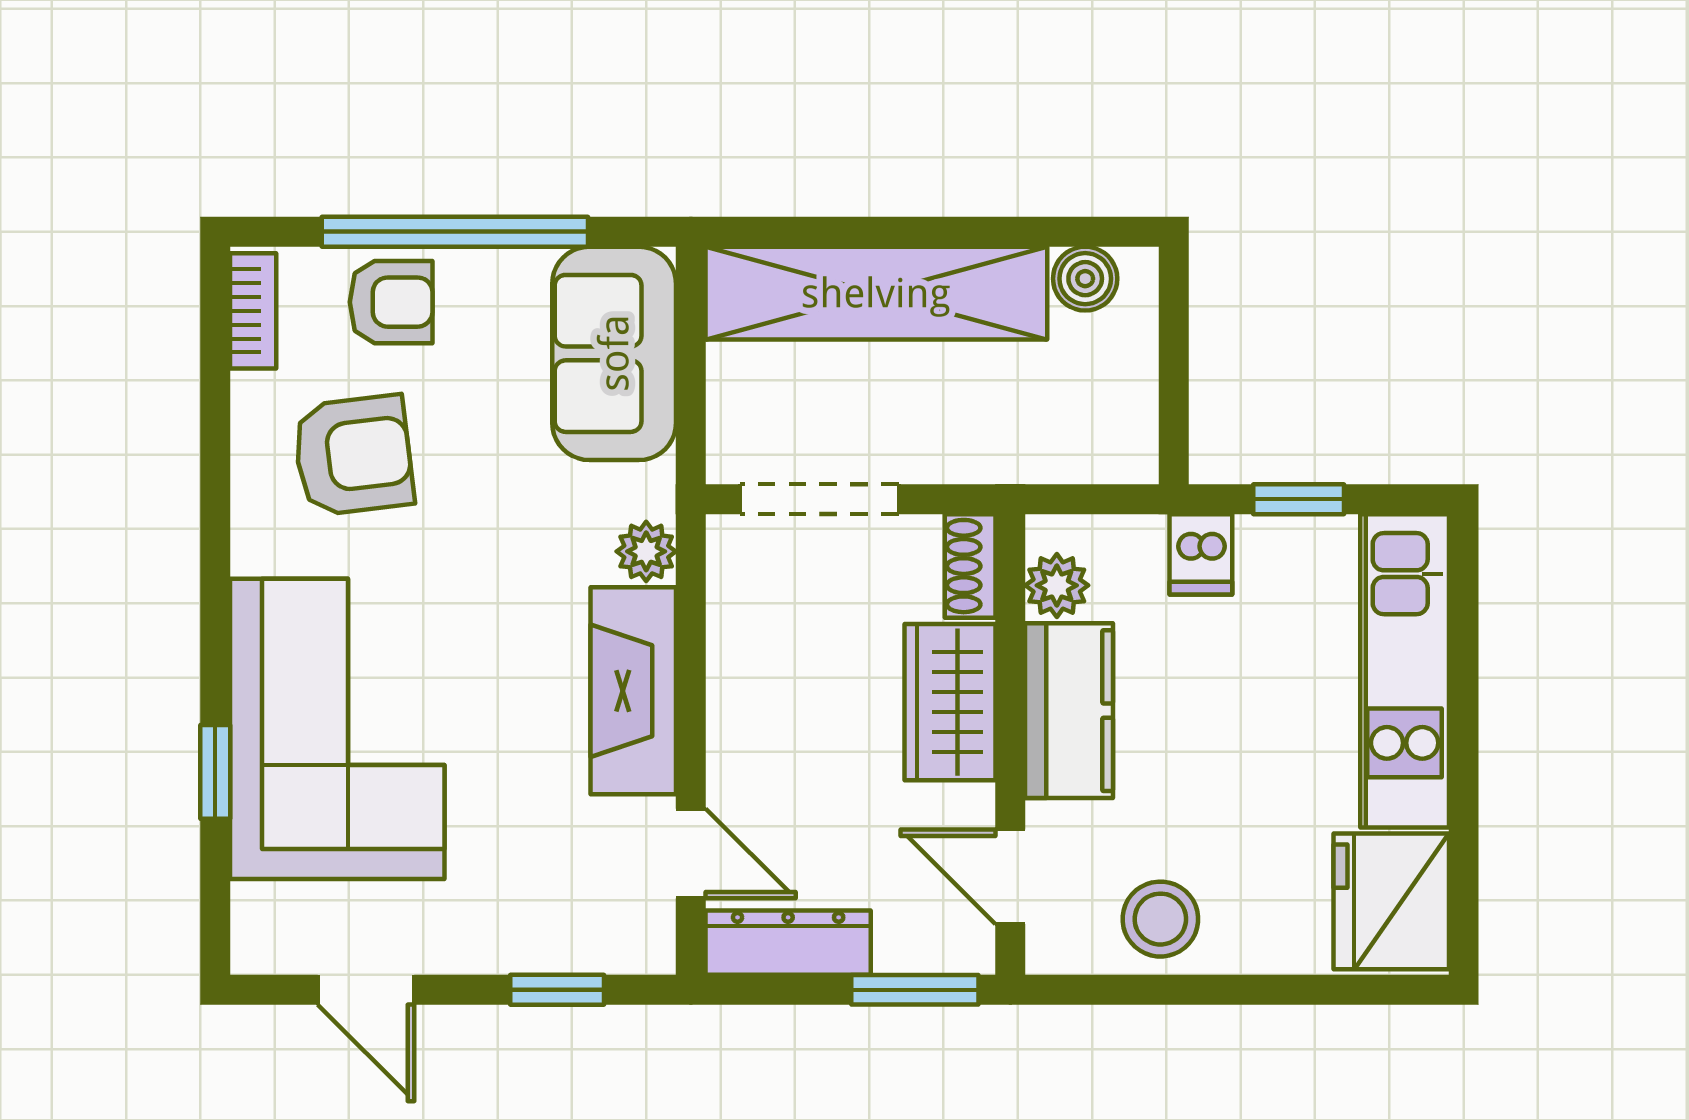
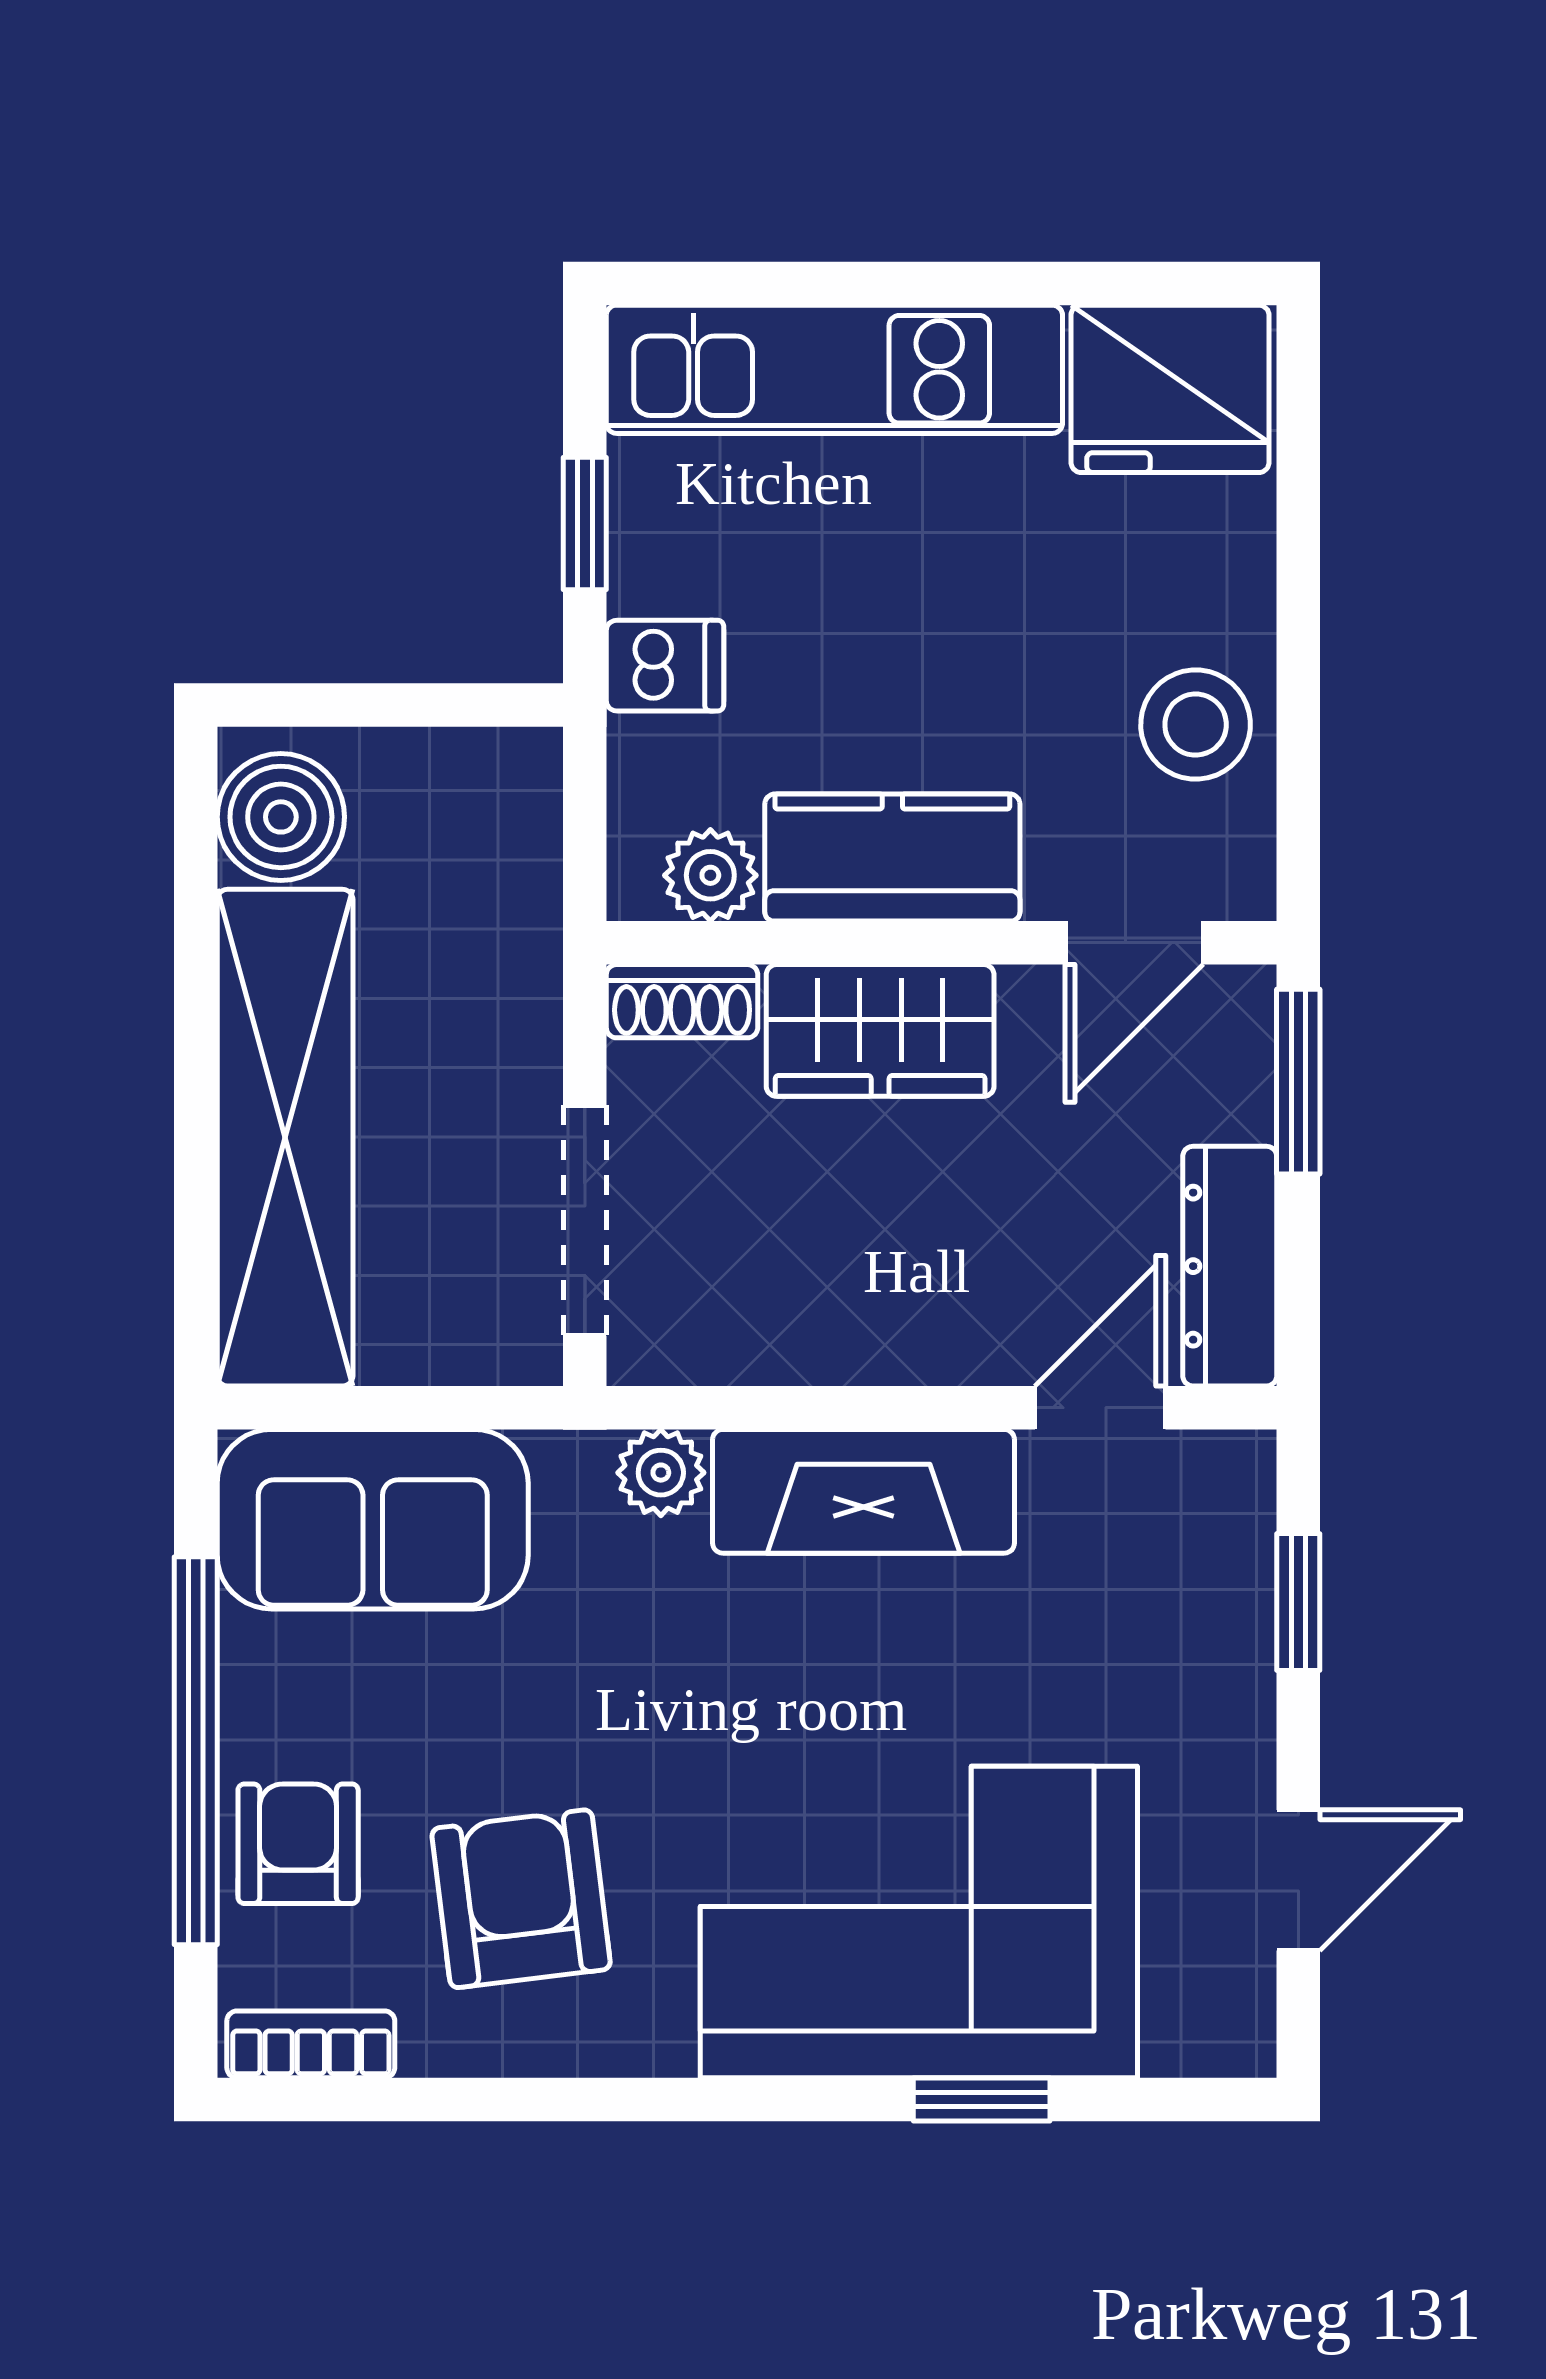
boiler: (1085, 279) -> (281, 817), width x1.36, depth x1.36

